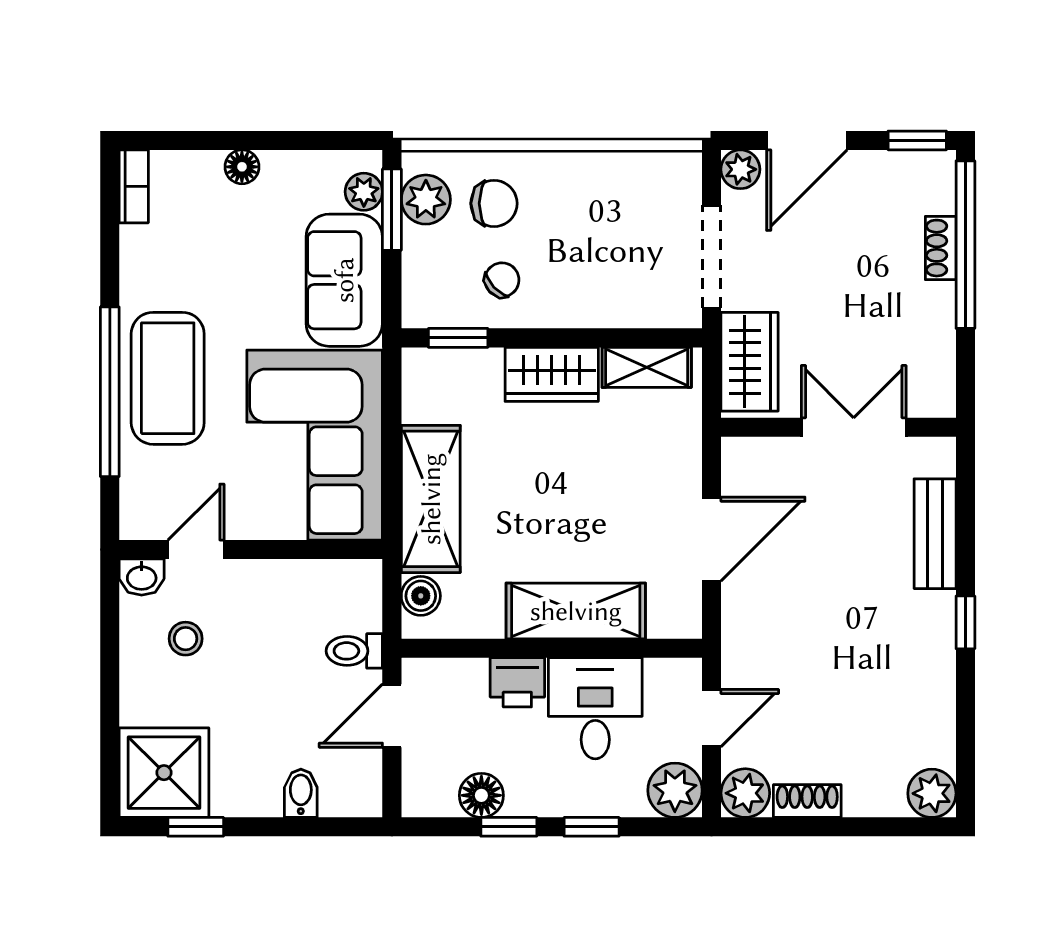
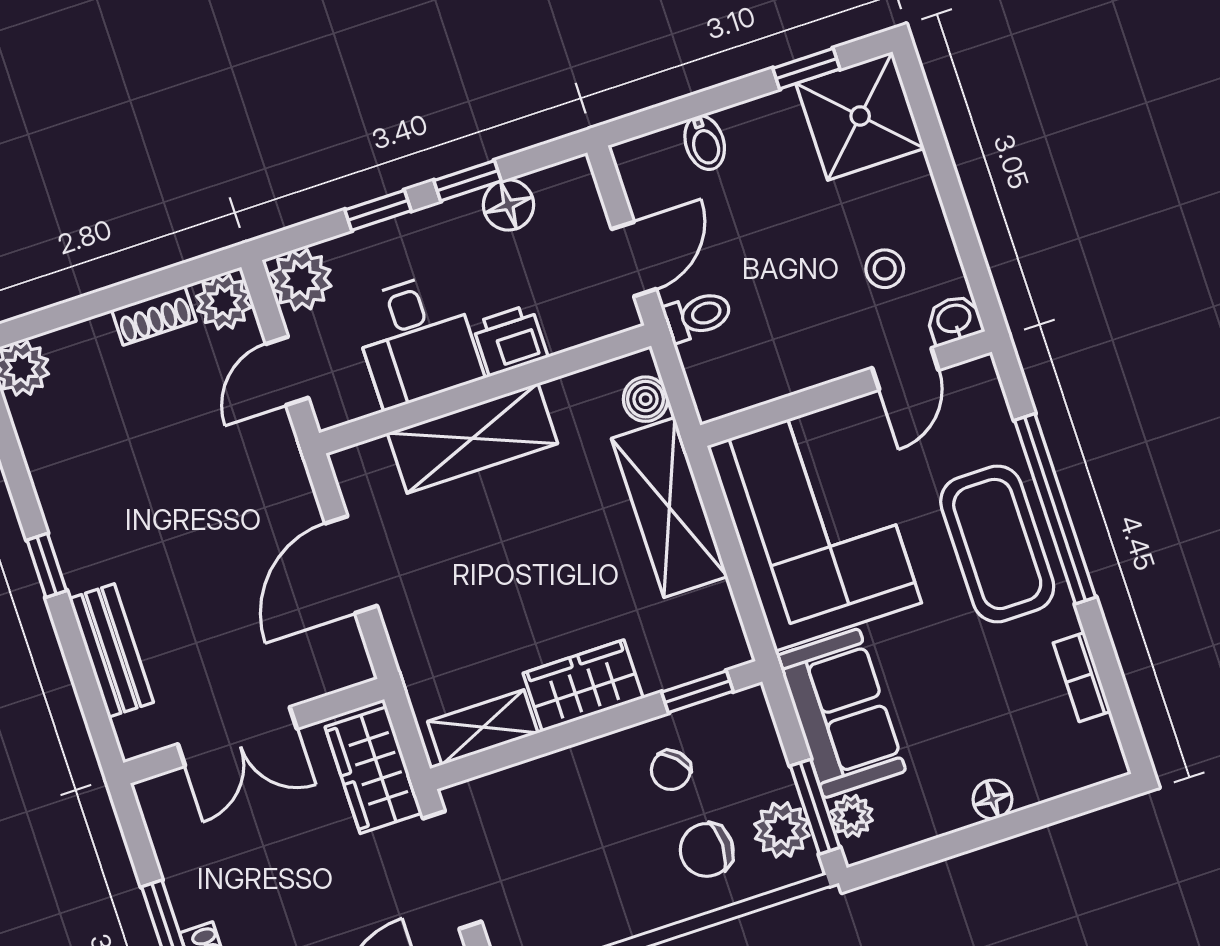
bookcase: (134, 186) -> (1082, 677), moved

